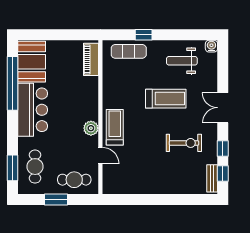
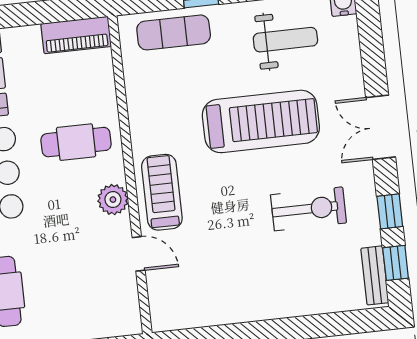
piano: (91, 59) -> (76, 35), moved, turned -90
weight bench: (182, 61) -> (285, 40), turned 180
treadmill: (166, 99) -> (261, 121), width x1.37, depth x1.38
cafe table: (74, 180) -> (76, 142), moved

